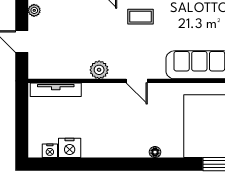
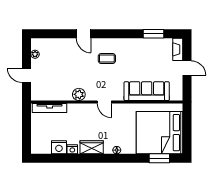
wardrobe: (118, 148) -> (92, 147), added
nightstand: (50, 151) -> (72, 149), moved

